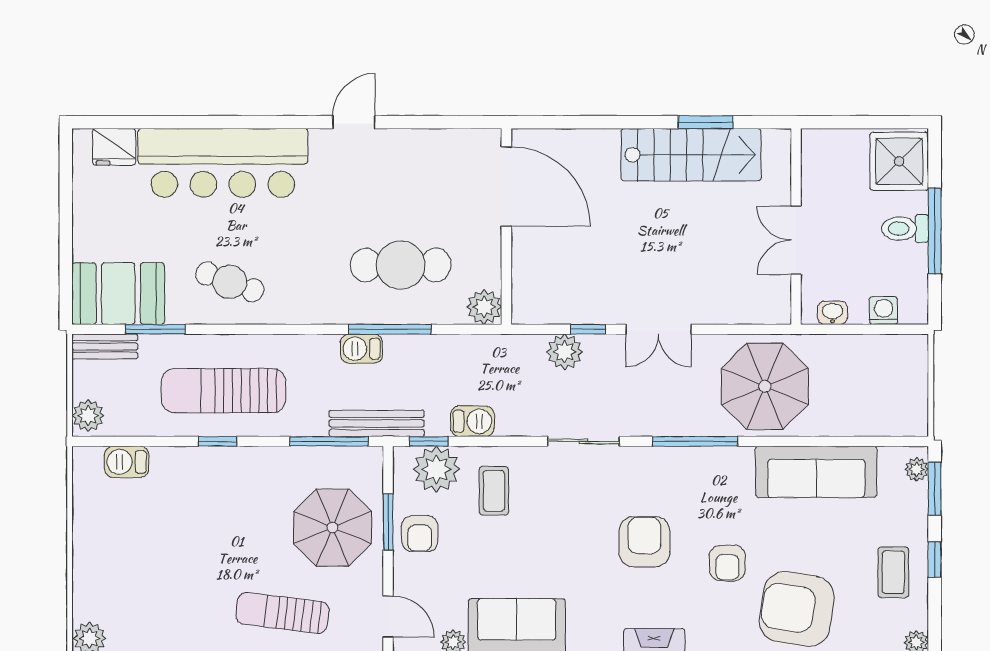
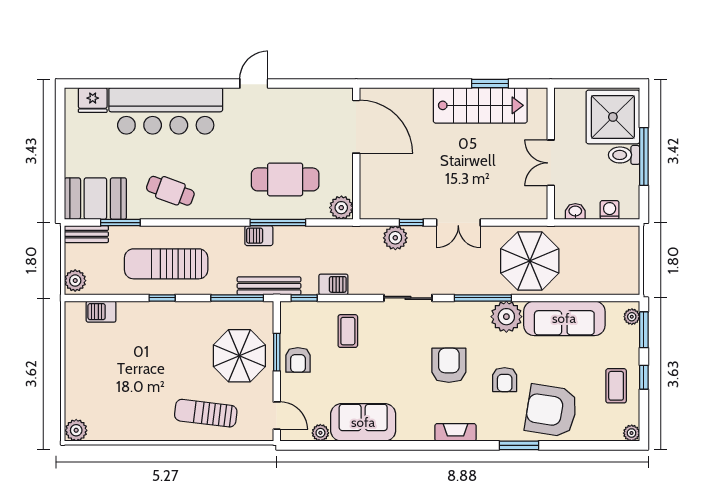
shower: (899, 161) -> (613, 117), width x1.37, depth x1.37
plant: (436, 469) -> (506, 317), moved

